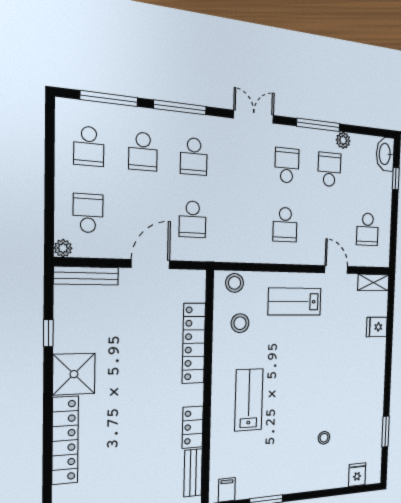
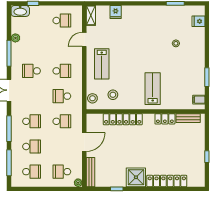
school desk: (329, 169) -> (62, 96), moved
door: (151, 264) -> (84, 142), swing flipped
lab bench: (249, 400) -> (153, 89), turned 90

